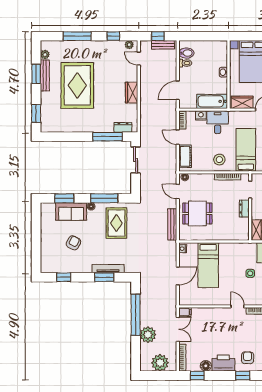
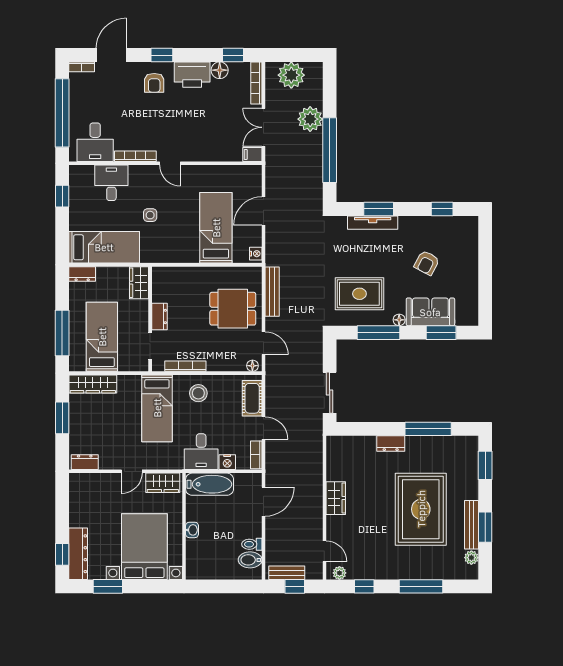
dresser: (123, 127) -> (391, 444), moved
window: (108, 137) -> (428, 429), moved
rug: (116, 223) -> (359, 294), turned 90

